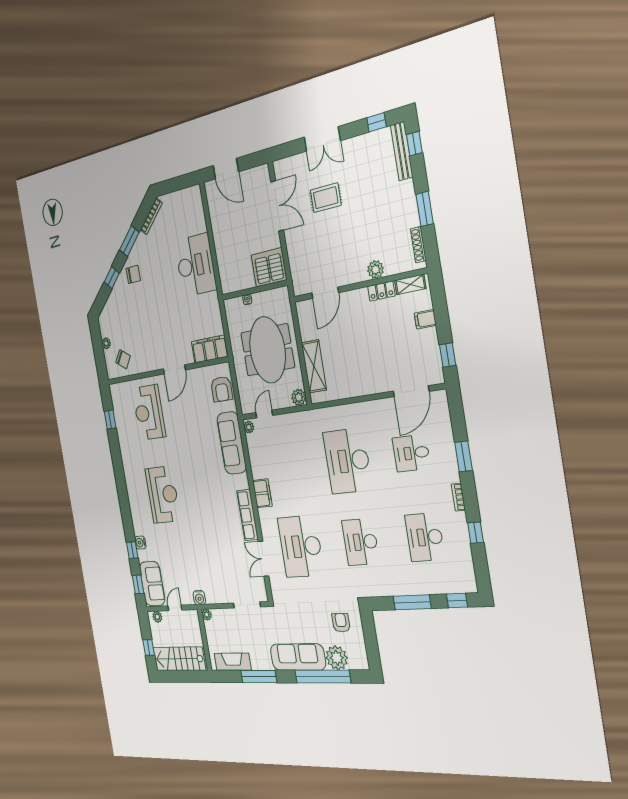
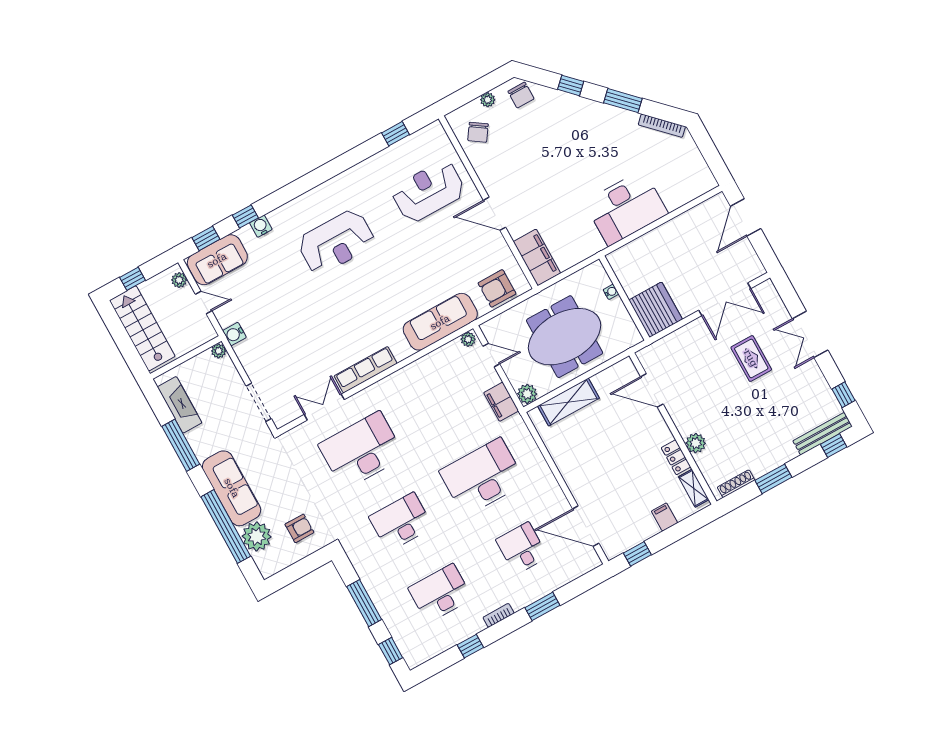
chair: (133, 274) -> (521, 95), moved
filing cabinet: (262, 493) -> (501, 402), moved, turned 90

